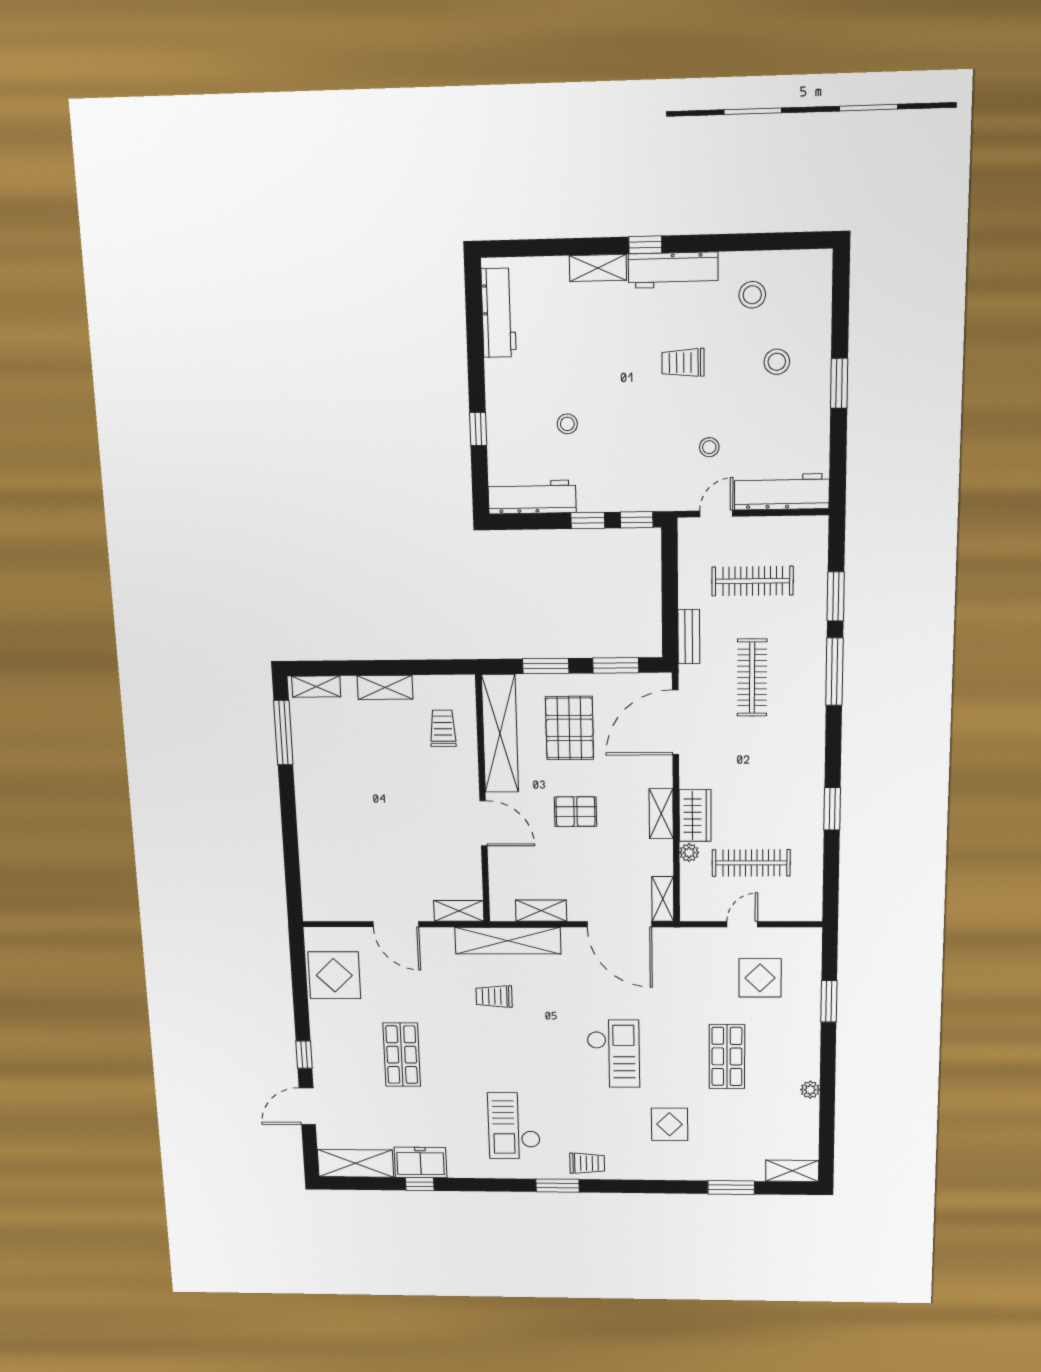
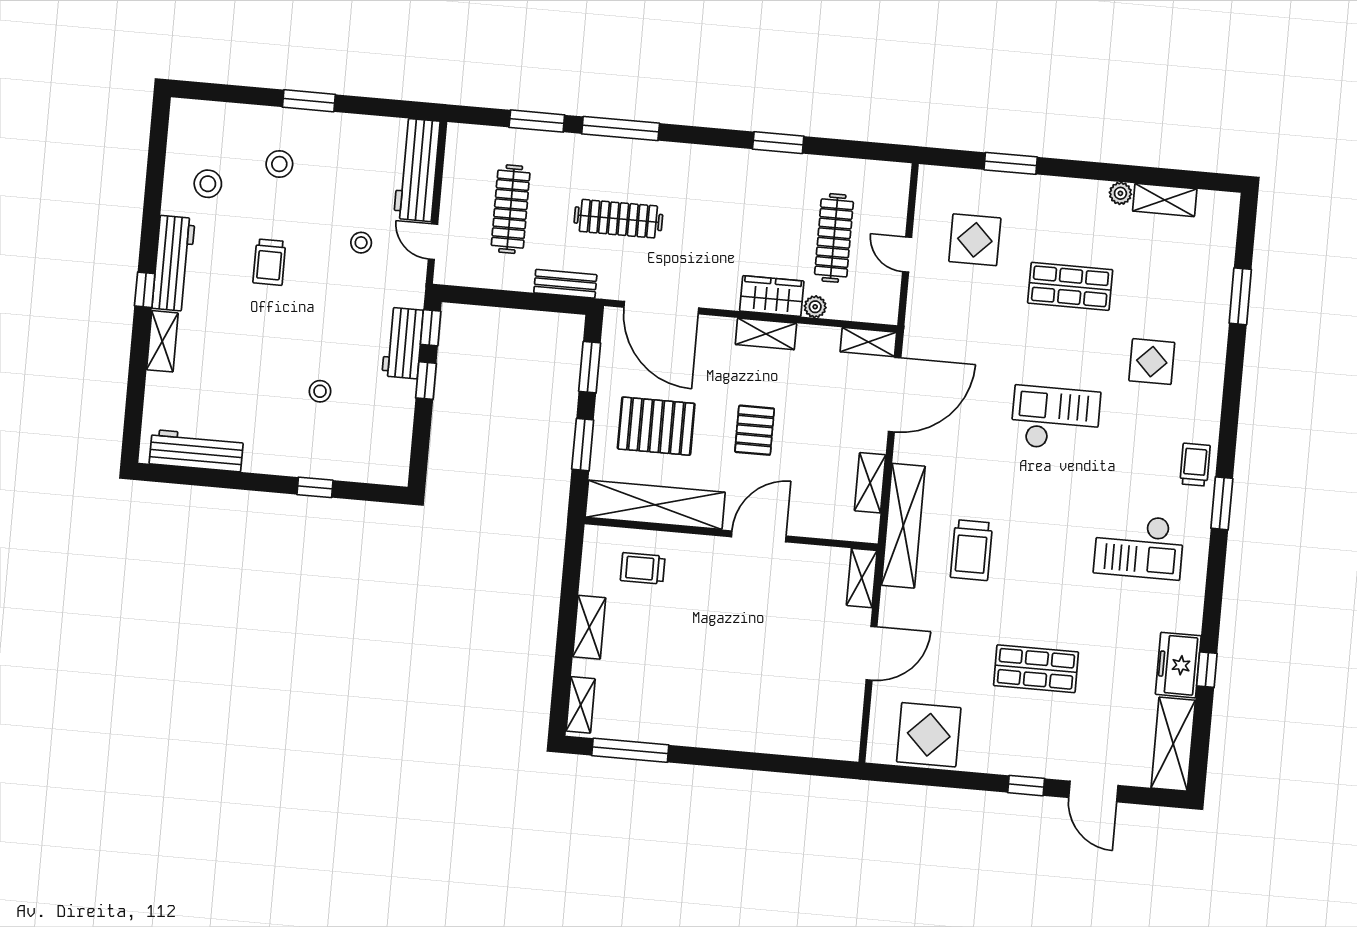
workbench: (532, 497) -> (403, 343), moved, width x0.73
trolley: (494, 996) -> (971, 550), width x1.36, depth x1.39
shelving: (792, 1171) -> (1165, 200), moved, turned 90

